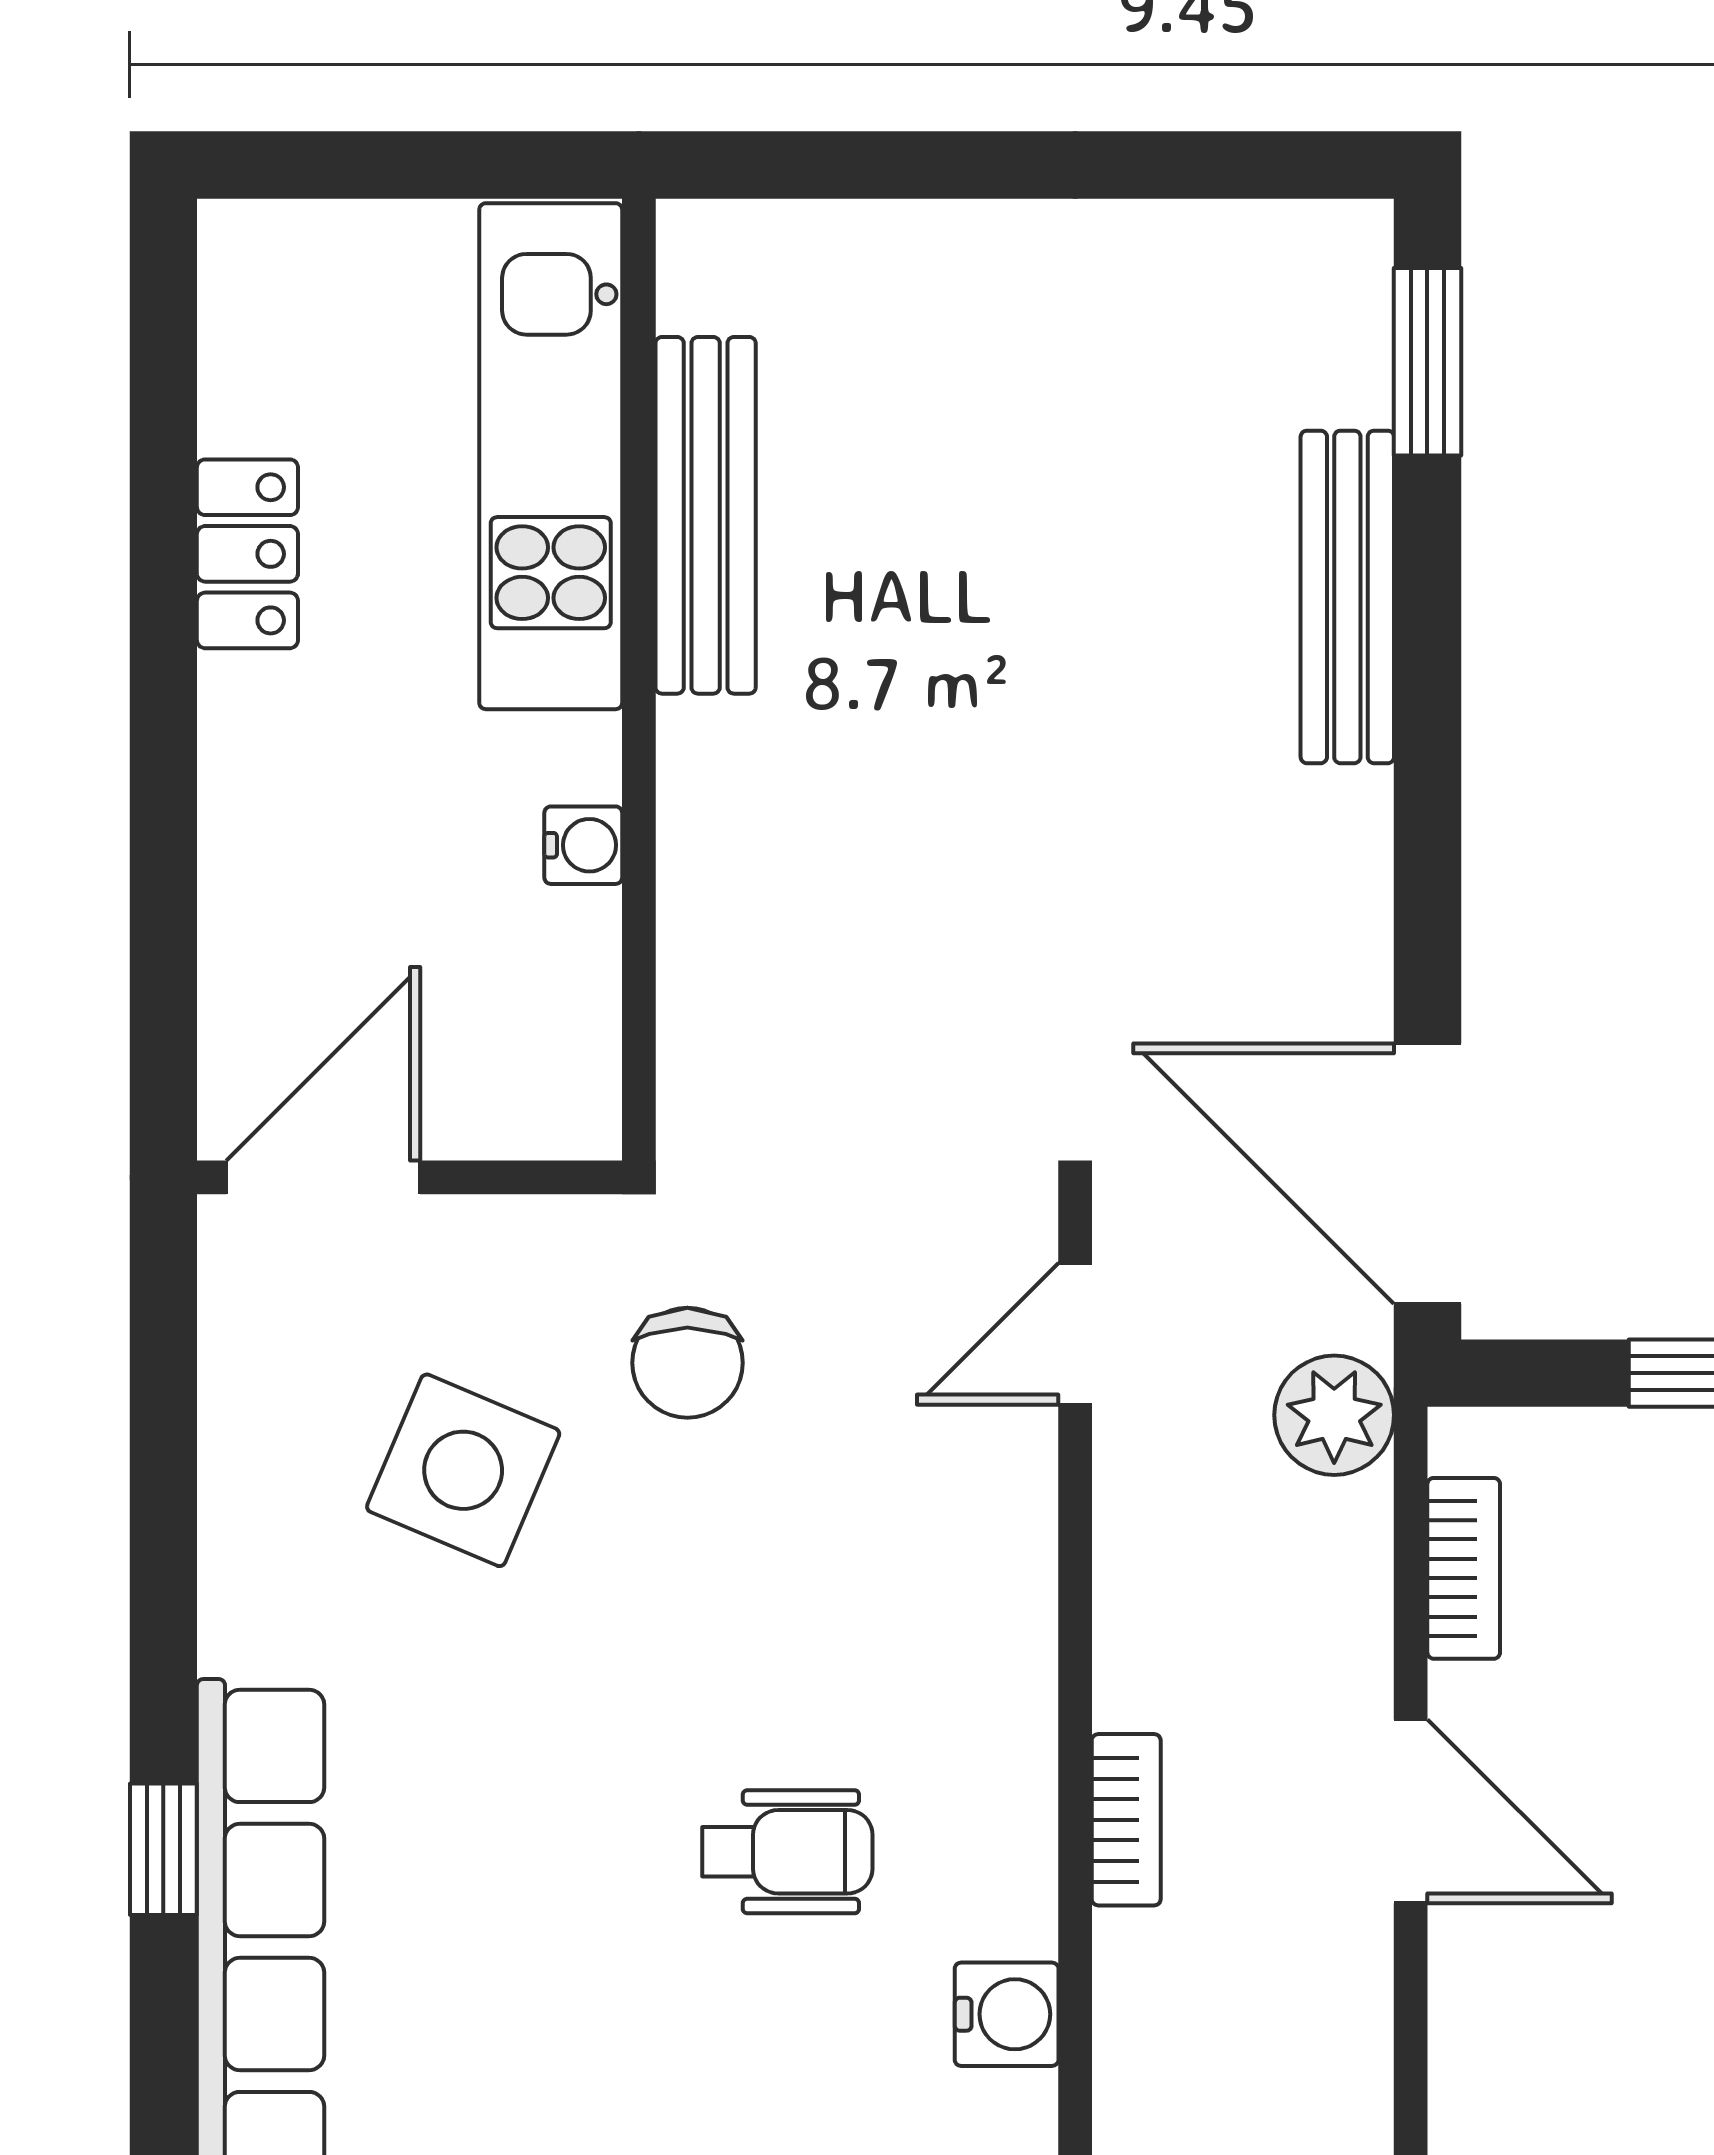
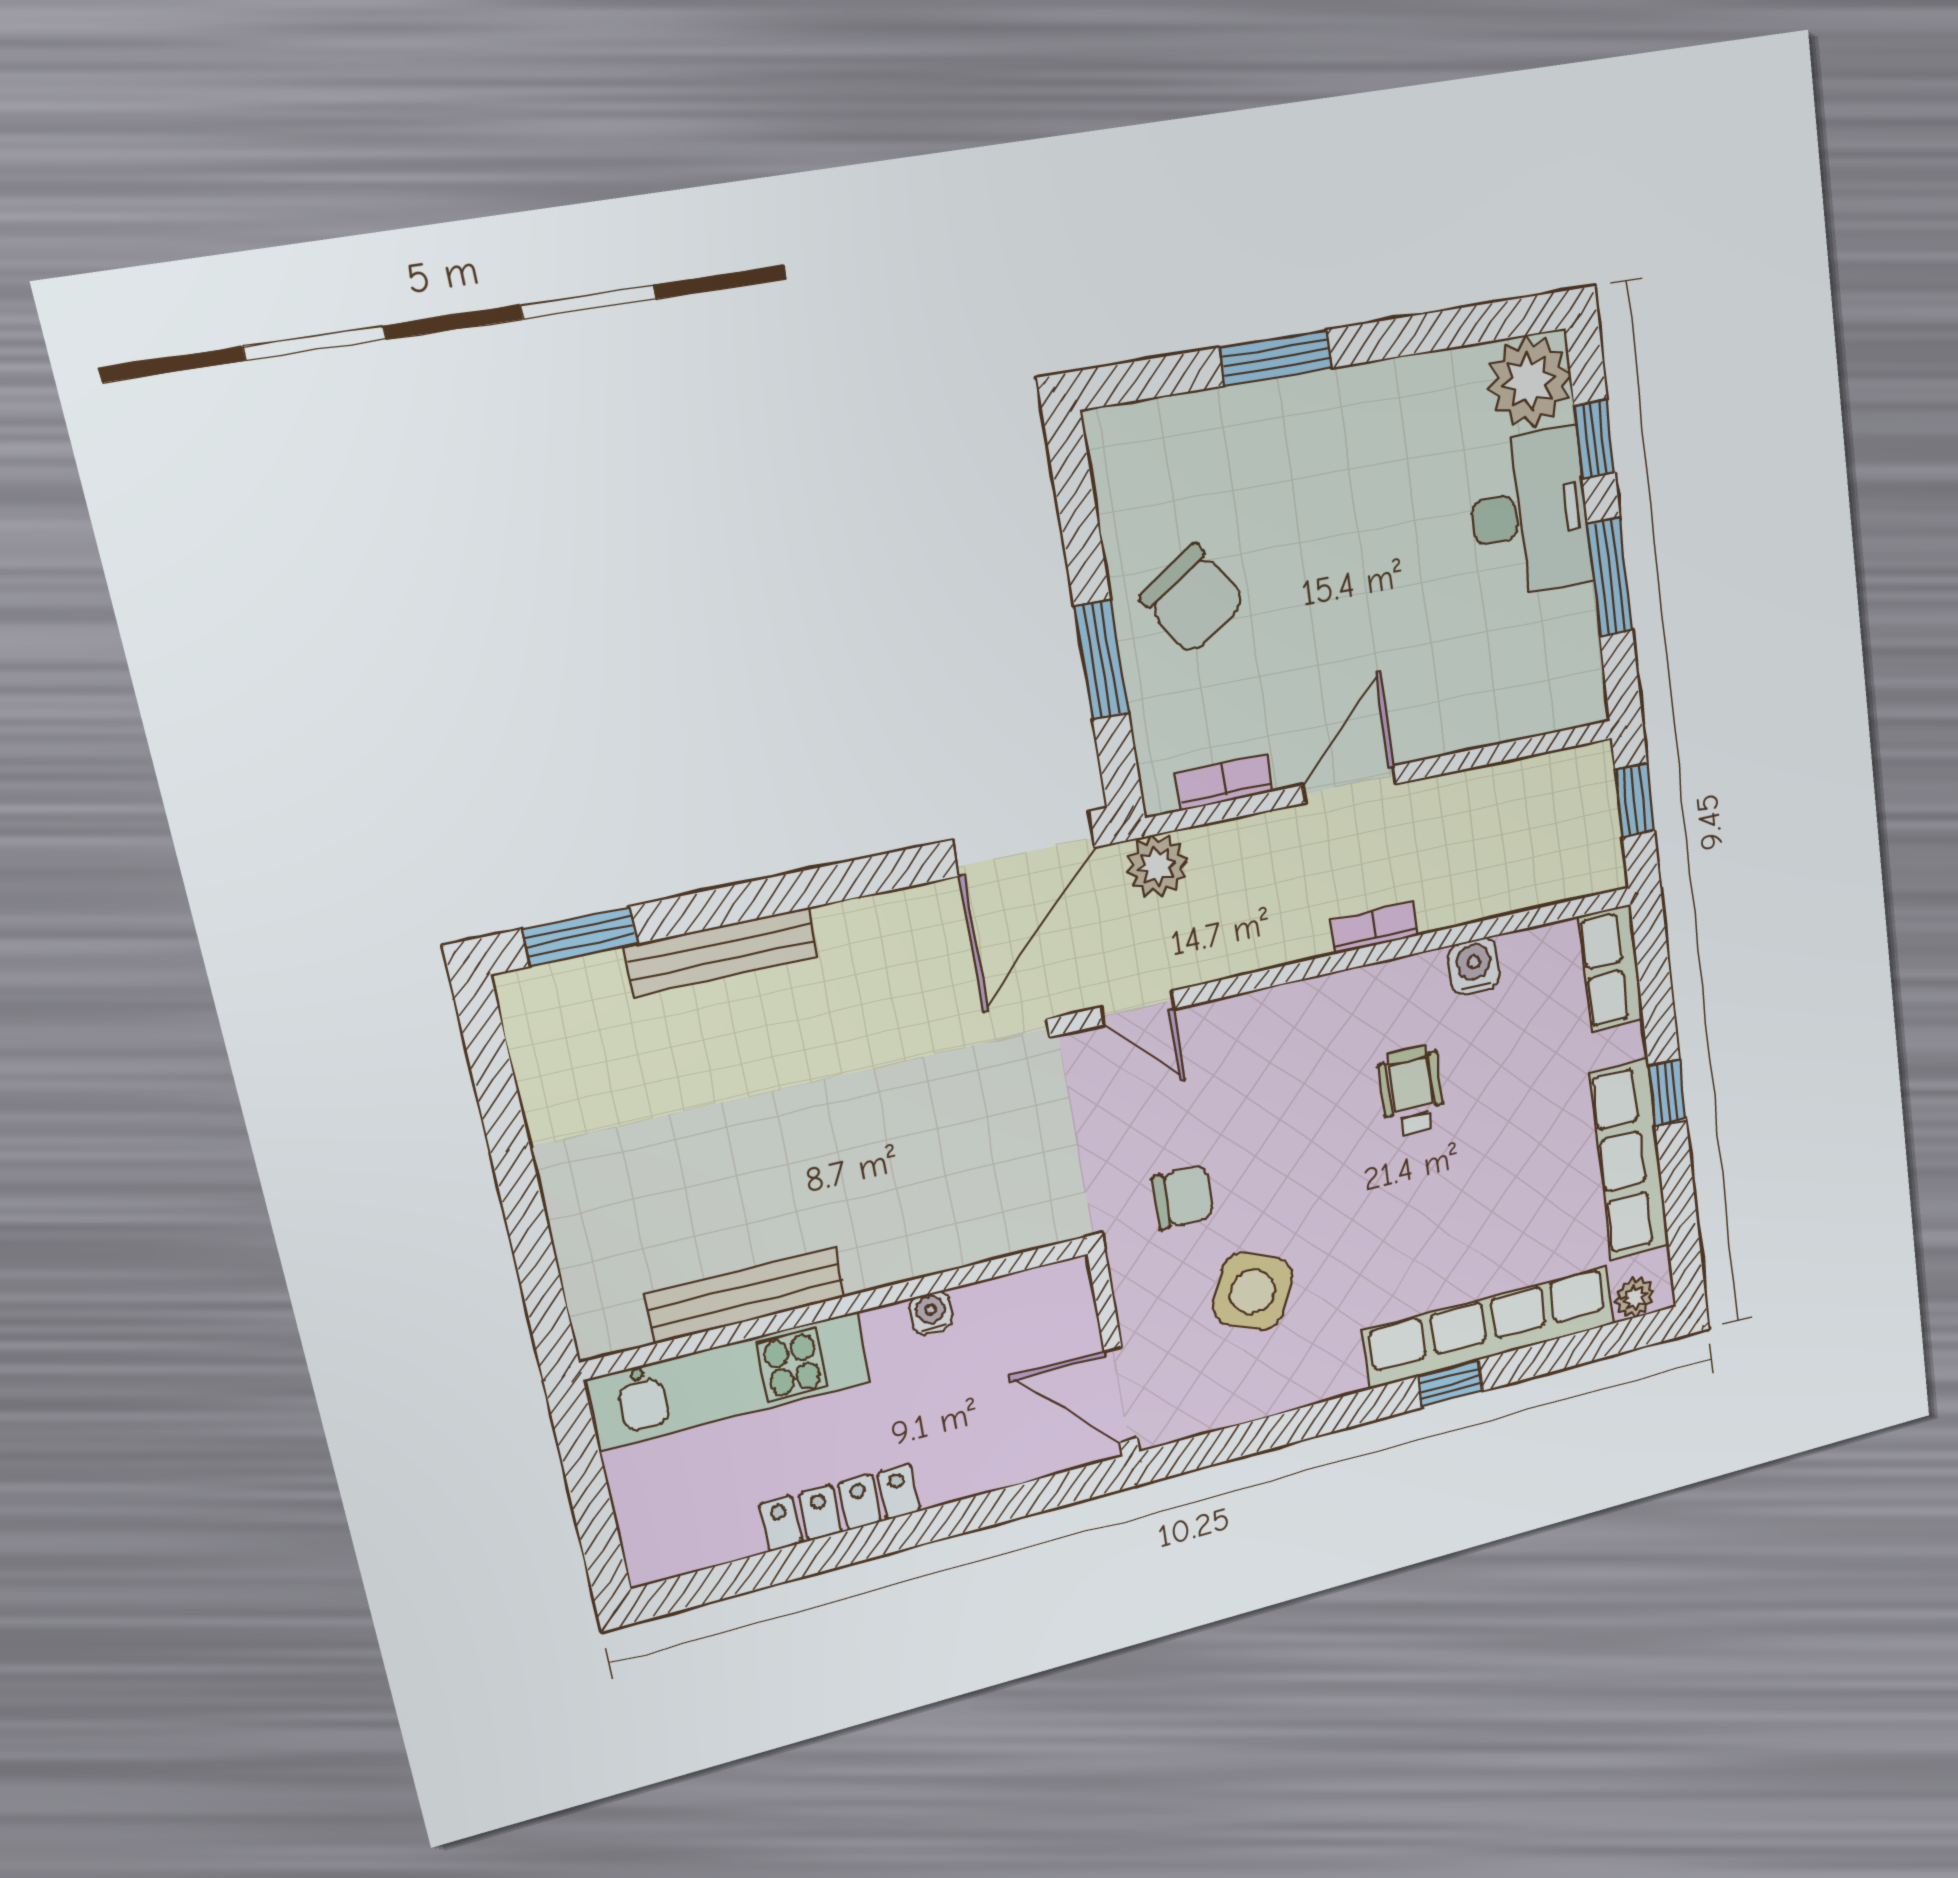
locker: (247, 554) -> (840, 1507), width x1.53

